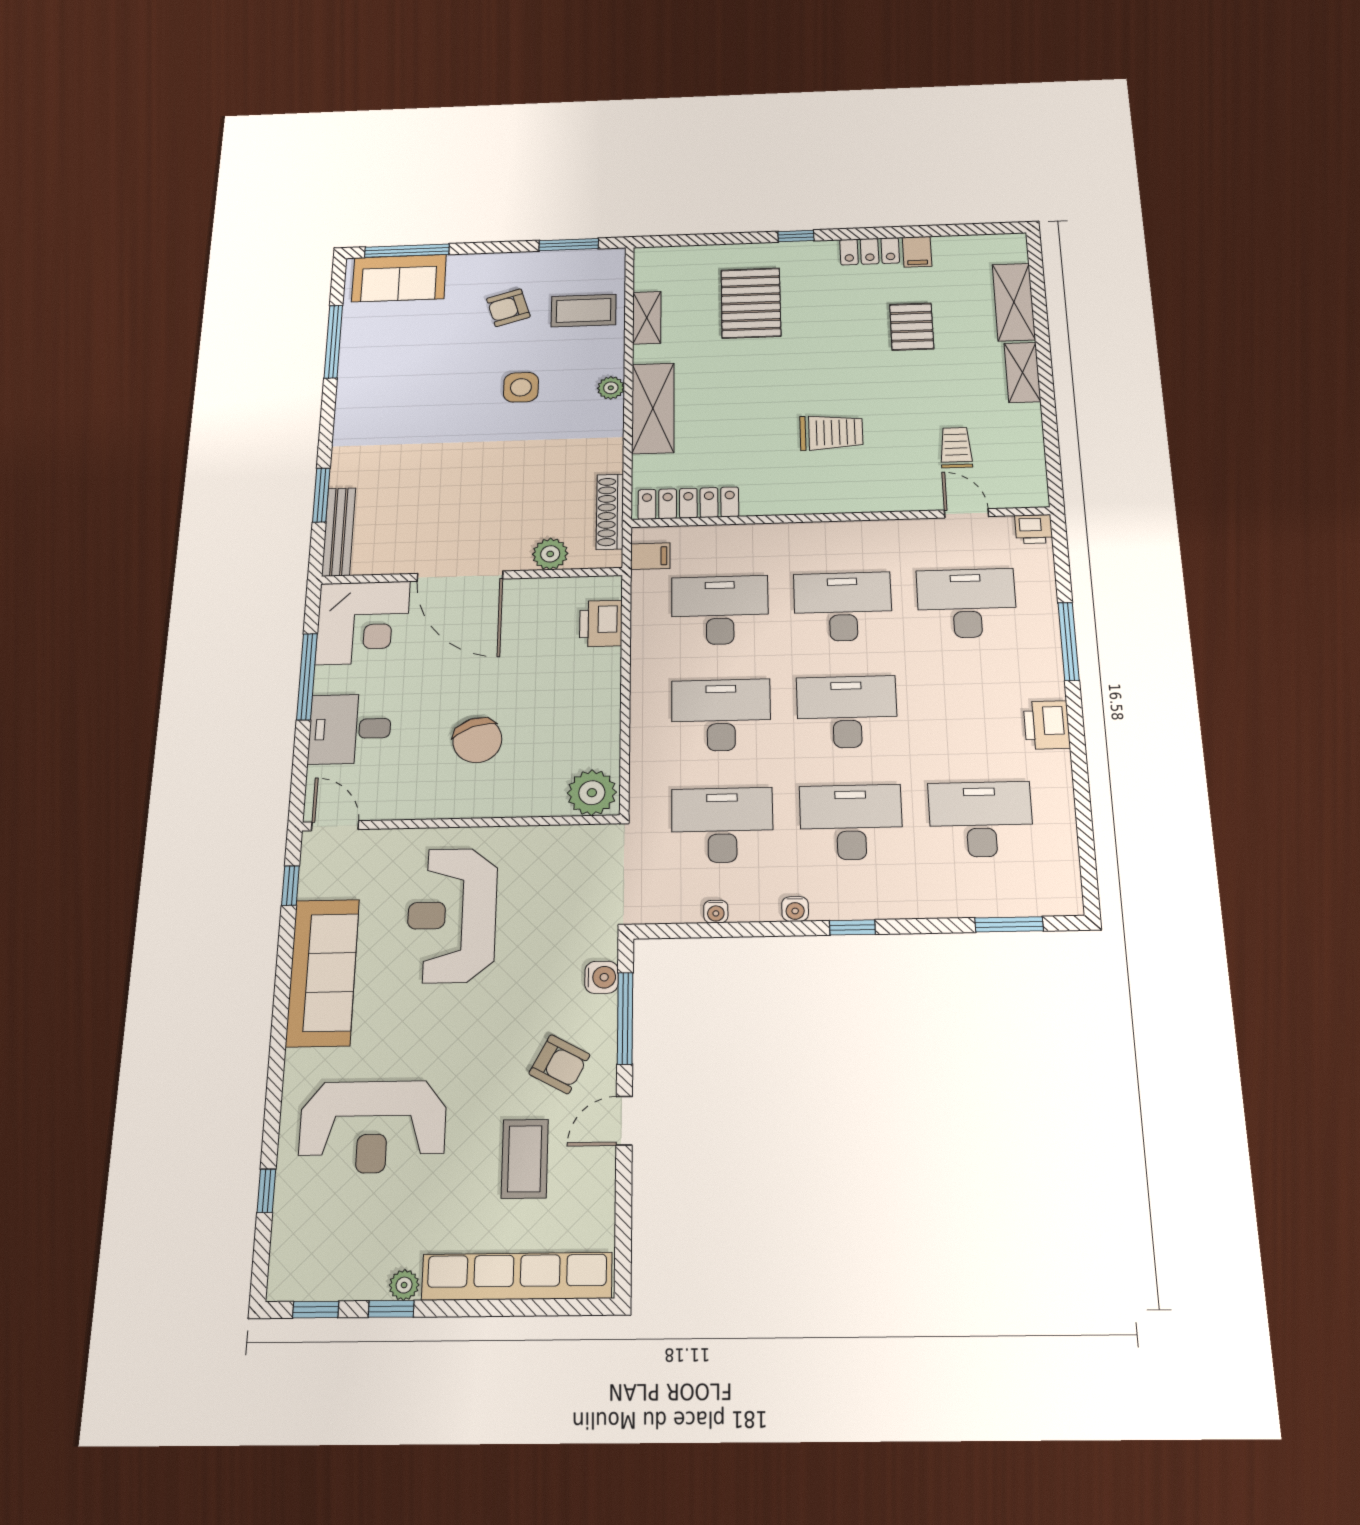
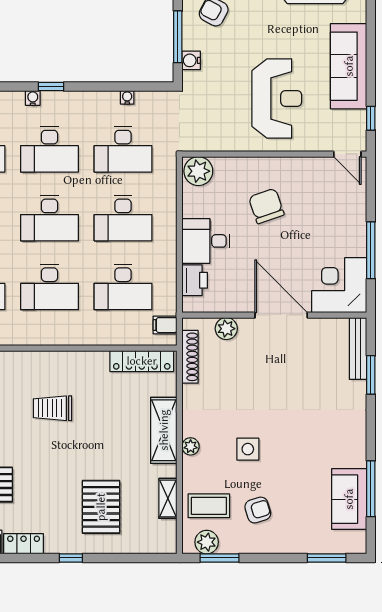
window: (407, 251) -> (327, 558), width x0.69
plant: (588, 264) -> (207, 542), added
sofa: (399, 278) -> (349, 499), moved, turned -90
desk: (350, 729) -> (206, 241), moved, turned 180
water cooler: (795, 909) -> (33, 98), moved

